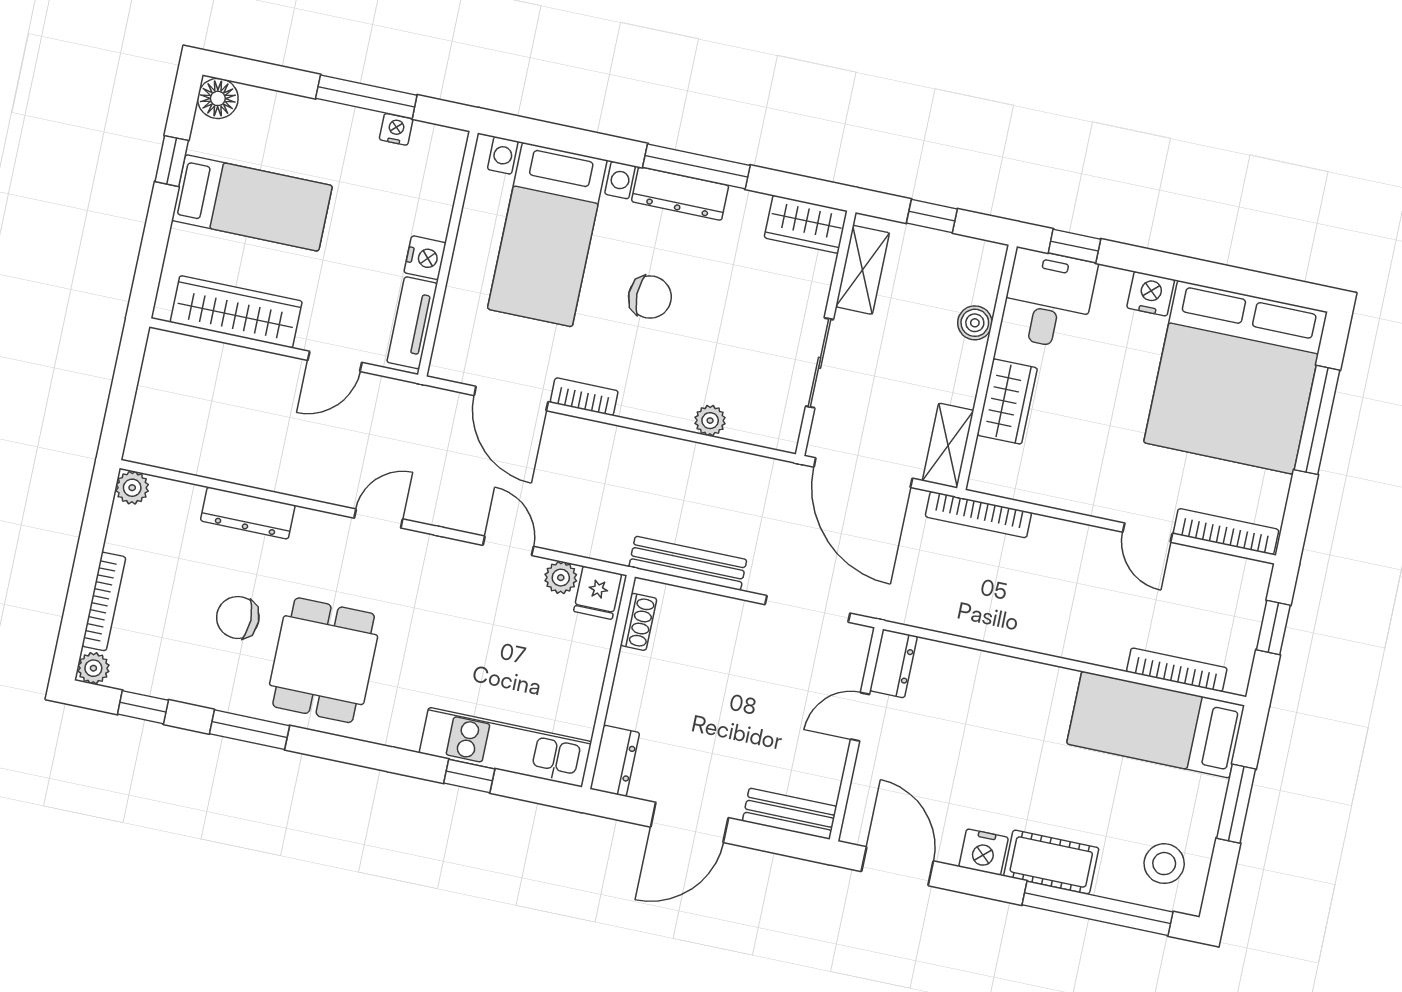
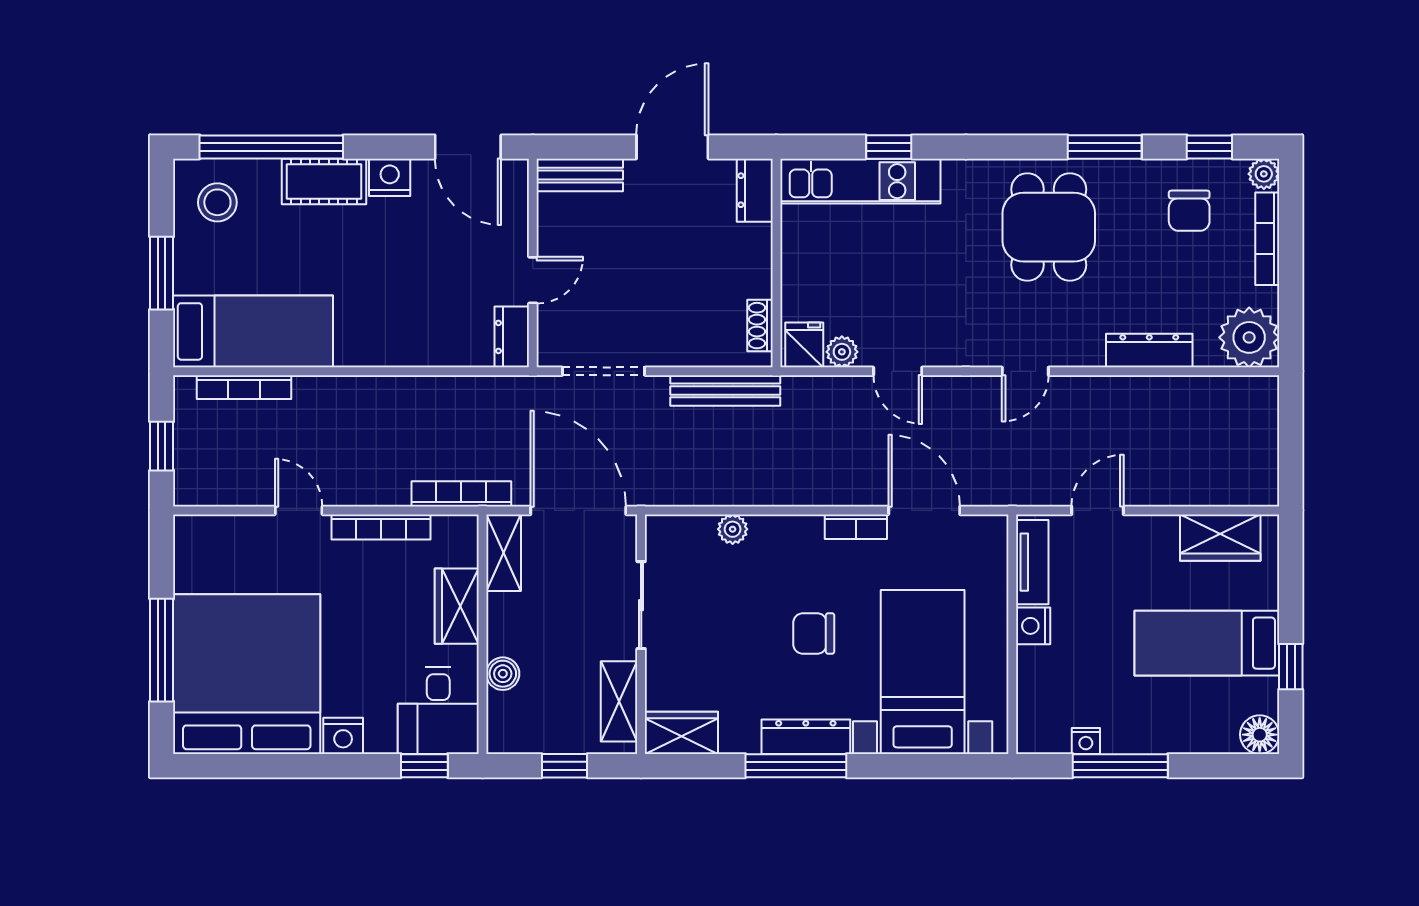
wardrobe: (236, 312) -> (1220, 538), width x0.67
plant: (132, 488) -> (1249, 337), width x1.88, depth x1.88
bookcase: (1226, 532) -> (381, 527), moved
chair: (238, 617) -> (1189, 211), moved, turned 90

